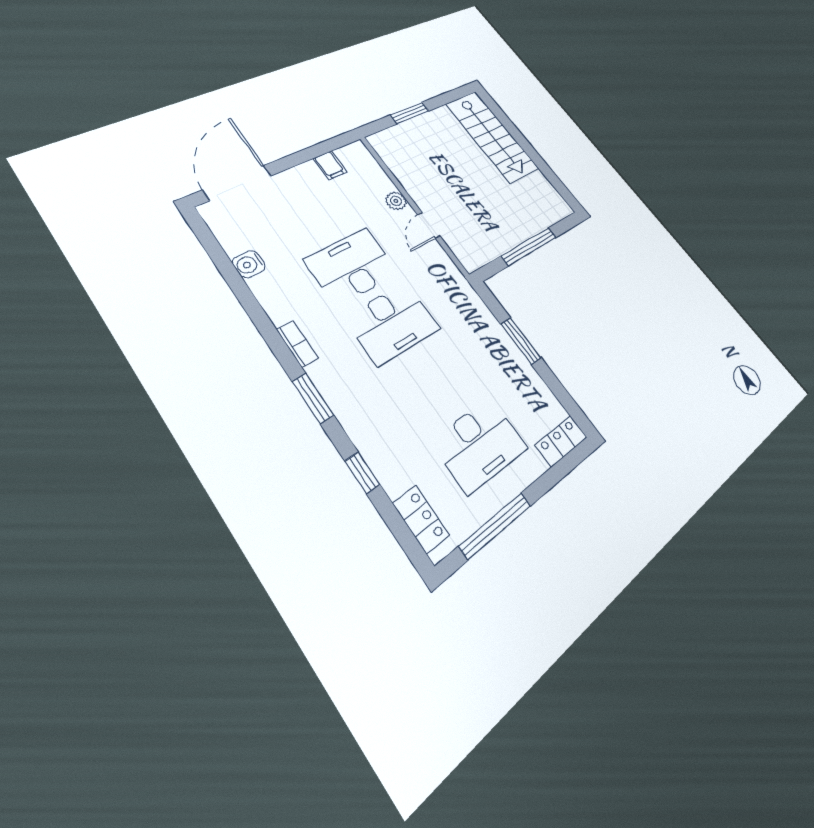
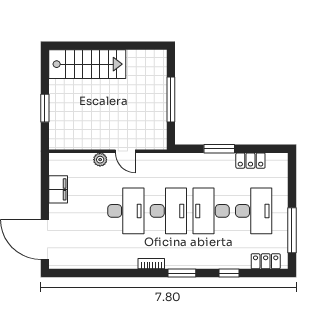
filing cabinet: (330, 165) -> (58, 189), width x2.00
water cooler: (249, 264) -> (96, 261), removed
desk: (352, 266) -> (126, 211), turned 180
desk: (435, 382) -> (211, 211), added
locker: (561, 441) -> (250, 161), moved, turned -90

